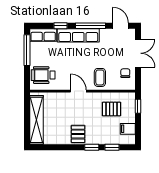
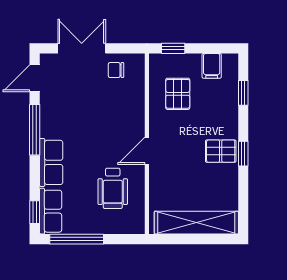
window: (61, 26) -> (35, 212), moved
row of seats: (78, 35) -> (51, 162), width x0.68
wheelchair: (43, 75) -> (113, 188), moved
coffee table: (100, 77) -> (123, 114), removed
window: (92, 147) -> (243, 154), moved

